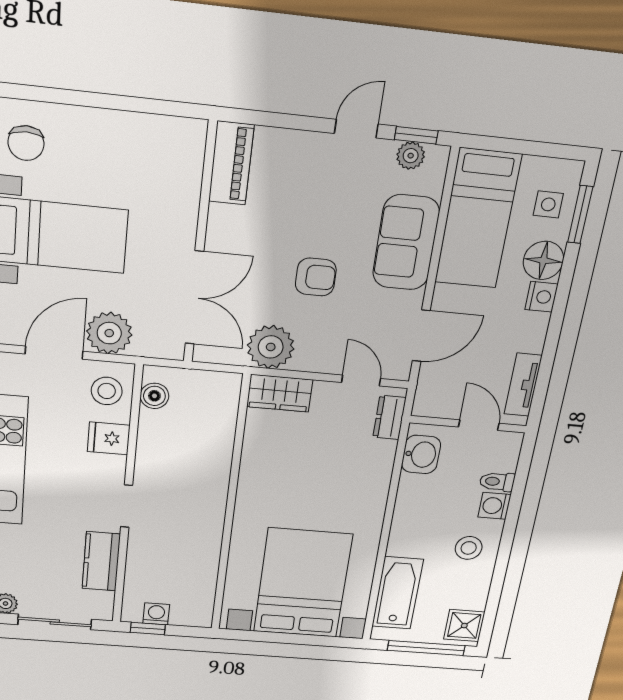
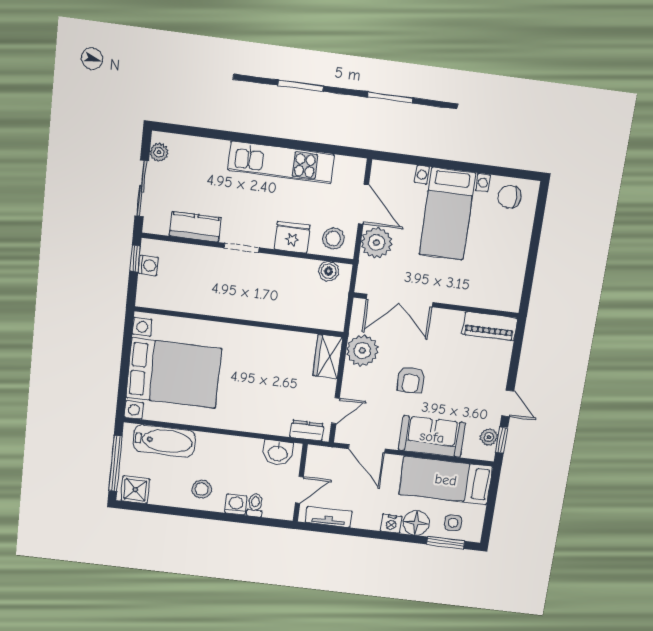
fridge: (109, 438) -> (292, 237), width x1.38

